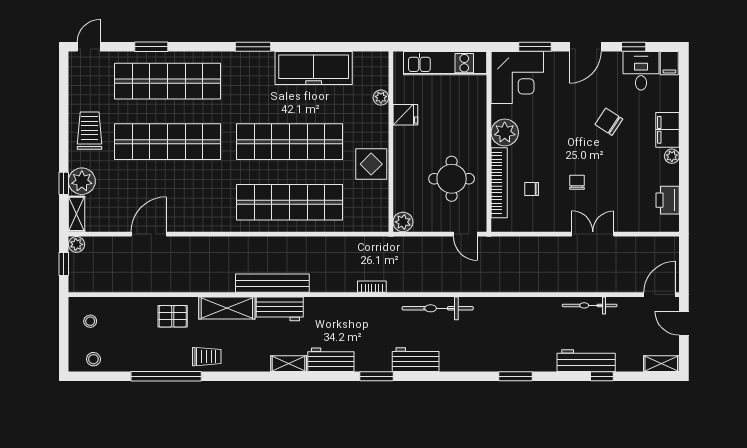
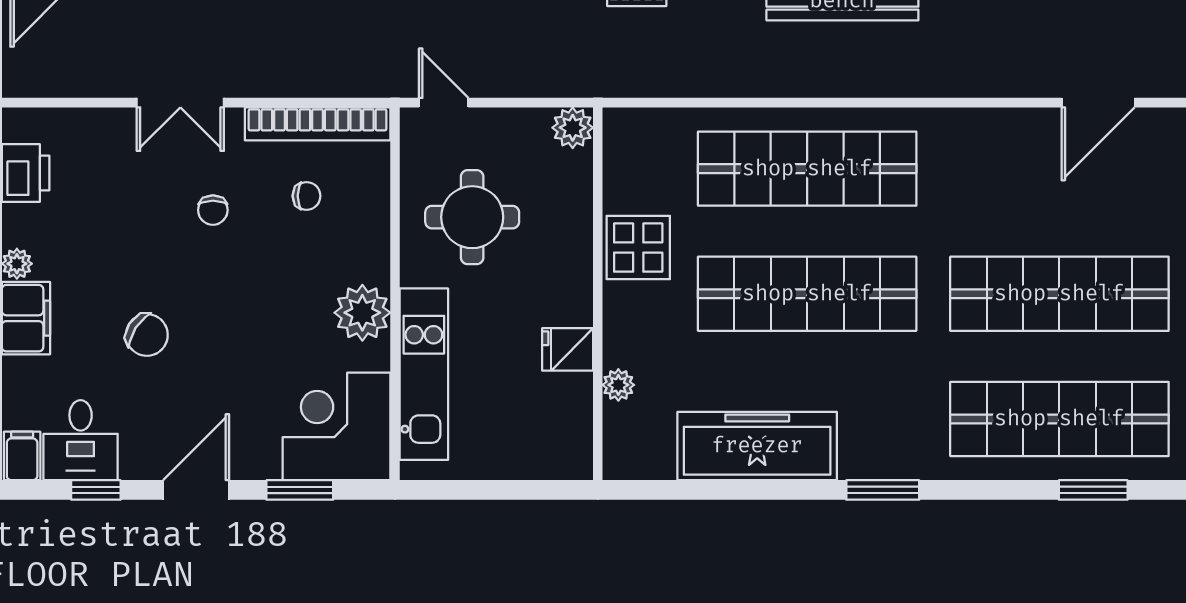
kitchen unit: (445, 63) -> (424, 374), moved, turned 90
bookcase: (499, 183) -> (318, 124), moved, turned -90

